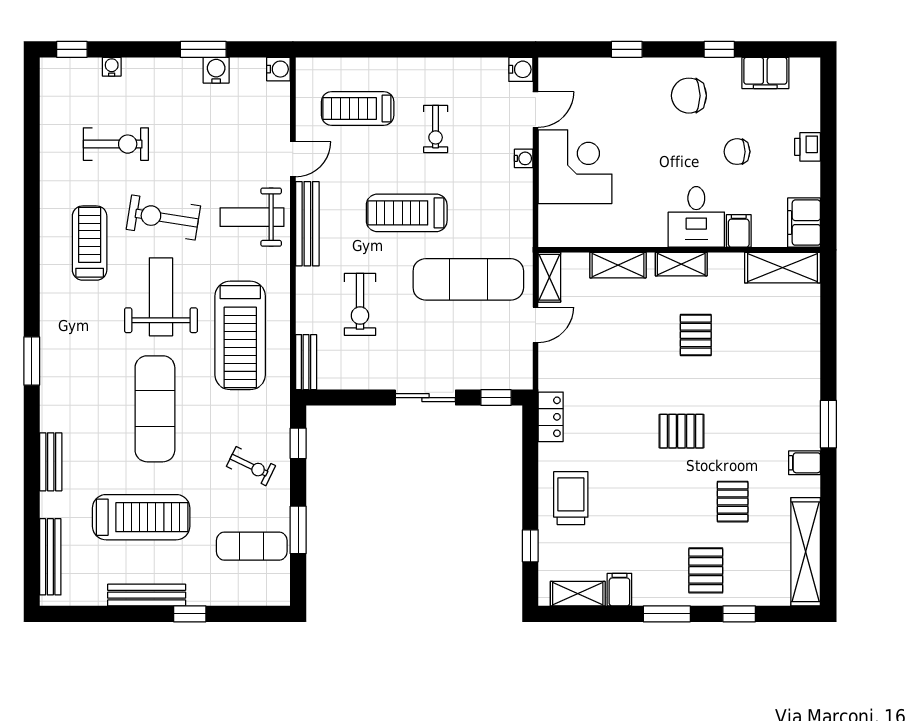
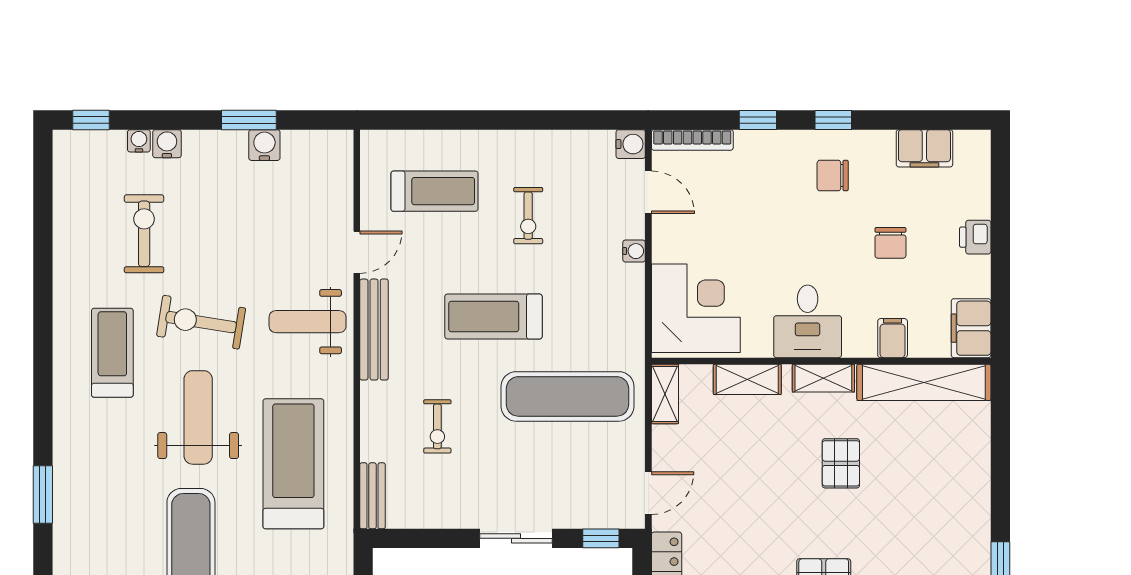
window: (719, 49) -> (833, 120), moved
bookcase: (572, 66) -> (692, 140), added
water cooler: (278, 69) -> (167, 144), moved, turned -90
chair: (689, 96) -> (833, 176), width x0.73, depth x0.73
treadmill: (358, 109) -> (434, 191), turned 180
door: (536, 110) -> (648, 192), hinge flipped
exercise bike: (116, 144) -> (144, 234), turned -90
chair: (737, 152) -> (890, 243), turned -90
corner desk: (575, 167) -> (696, 308), moved
desk: (696, 217) -> (808, 321), moved
shelving: (783, 268) -> (924, 382), width x1.47
exercise bike: (360, 304) -> (437, 426), width x0.73, depth x0.72
door: (536, 325) -> (648, 493), moved
treadmill: (240, 335) -> (293, 464), turned 180

